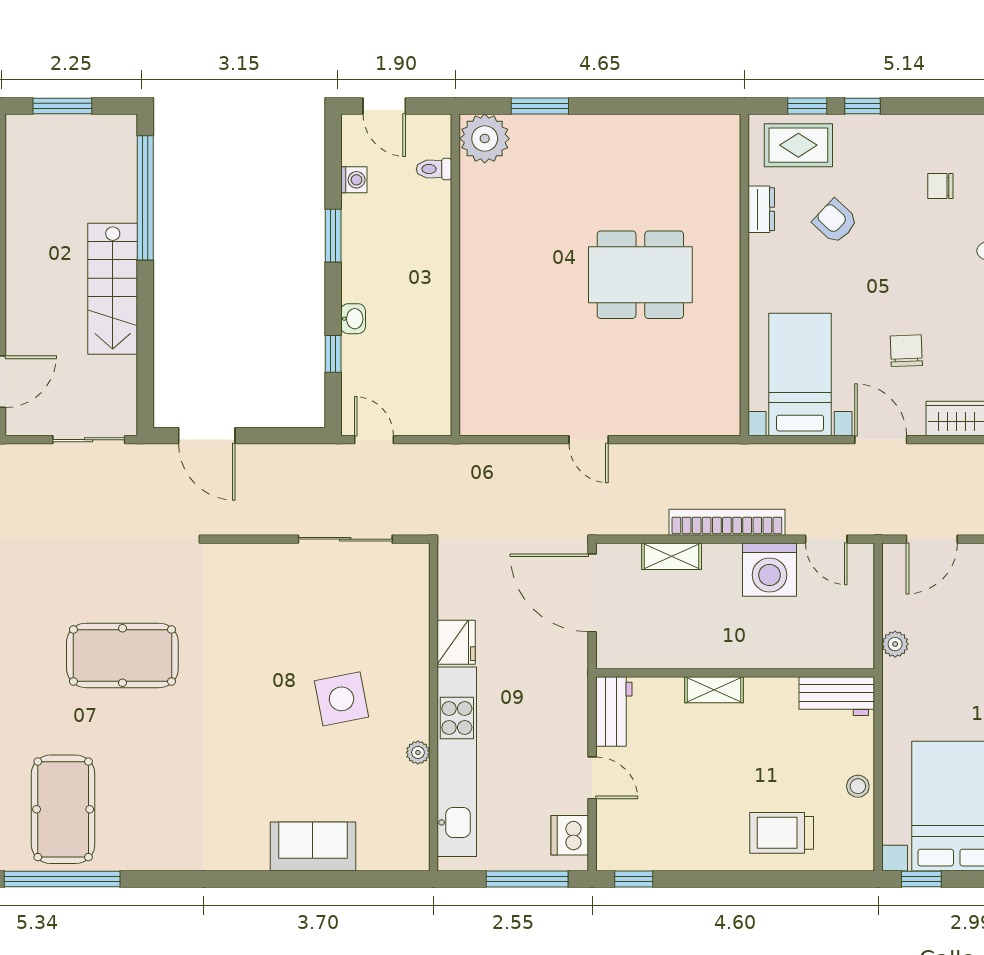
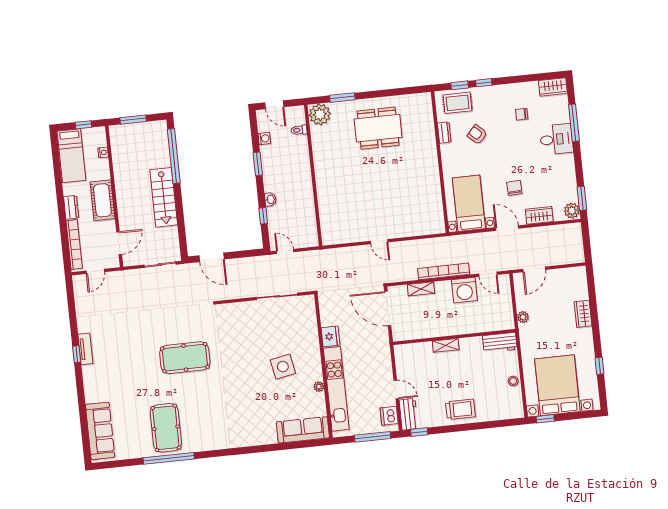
dining table: (640, 275) -> (378, 128), moved
workbench: (614, 712) -> (409, 414), moved
trolley: (782, 833) -> (460, 409), moved, turned 180
sofa: (313, 847) -> (303, 430), moved, width x1.36

